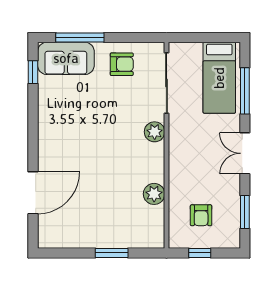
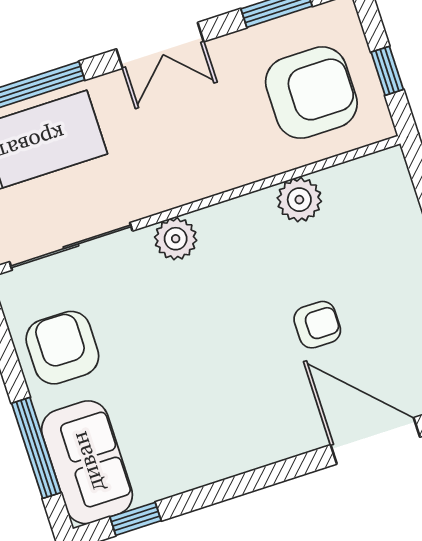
armchair: (122, 64) -> (62, 348), width x1.38, depth x1.38
armchair: (94, 184) -> (317, 325), added
armchair: (201, 215) -> (311, 93), width x1.88, depth x1.88

